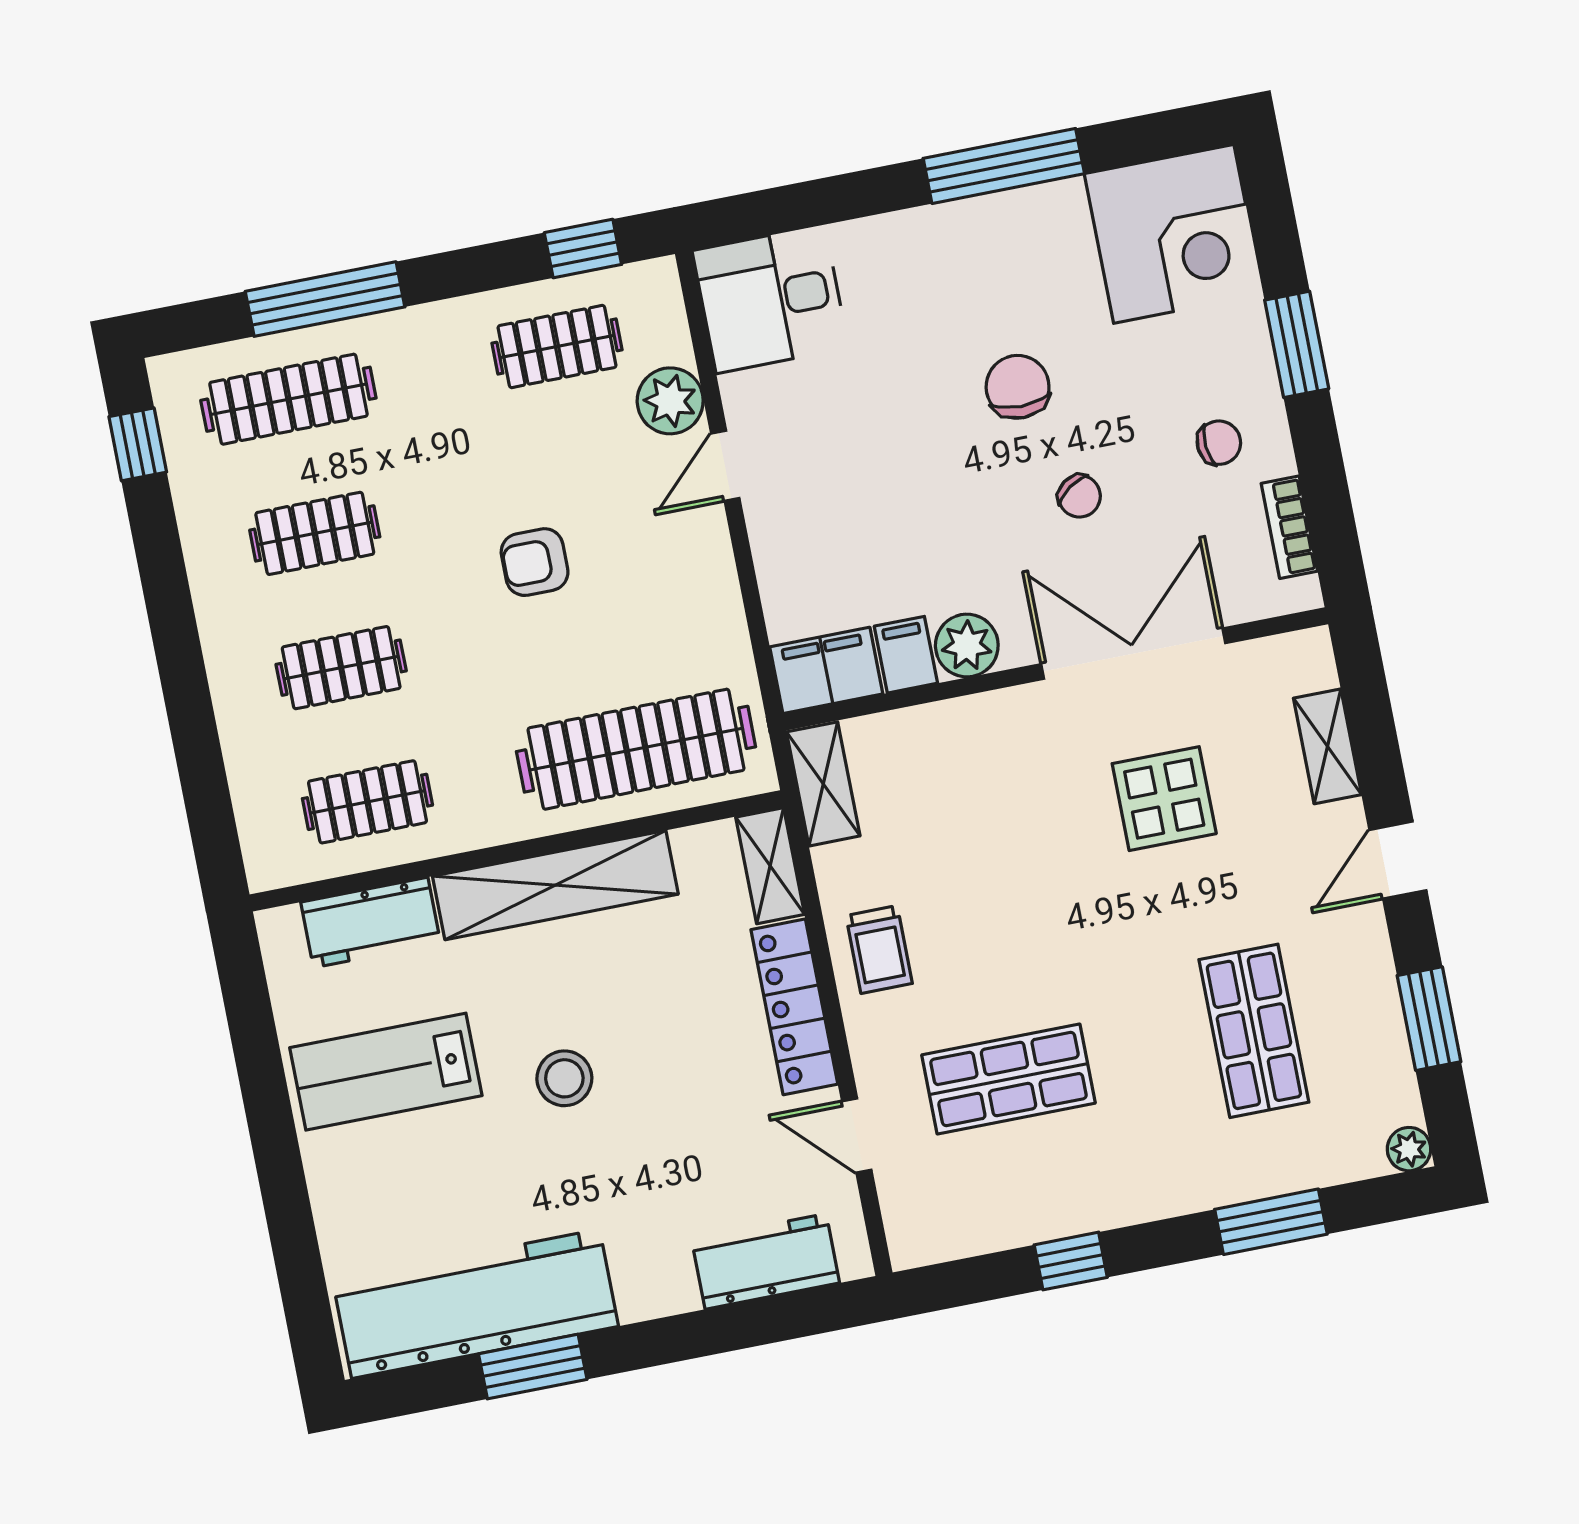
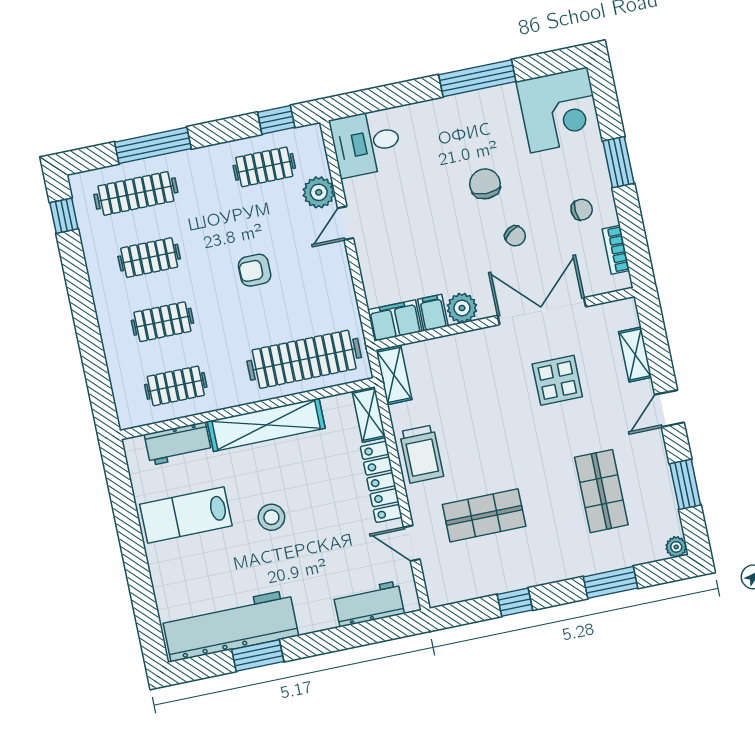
trolley: (879, 949) -> (421, 454), width x1.36, depth x1.39

